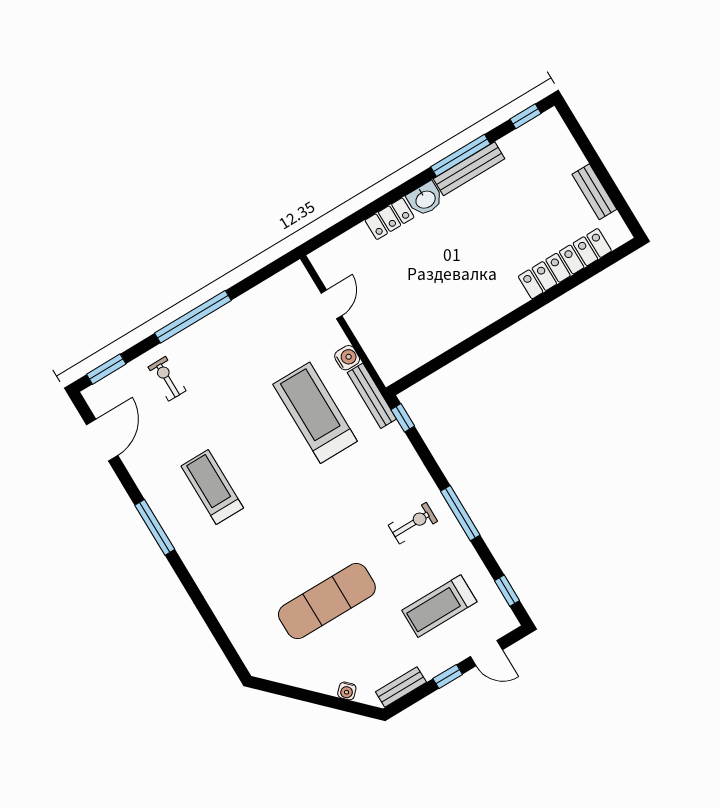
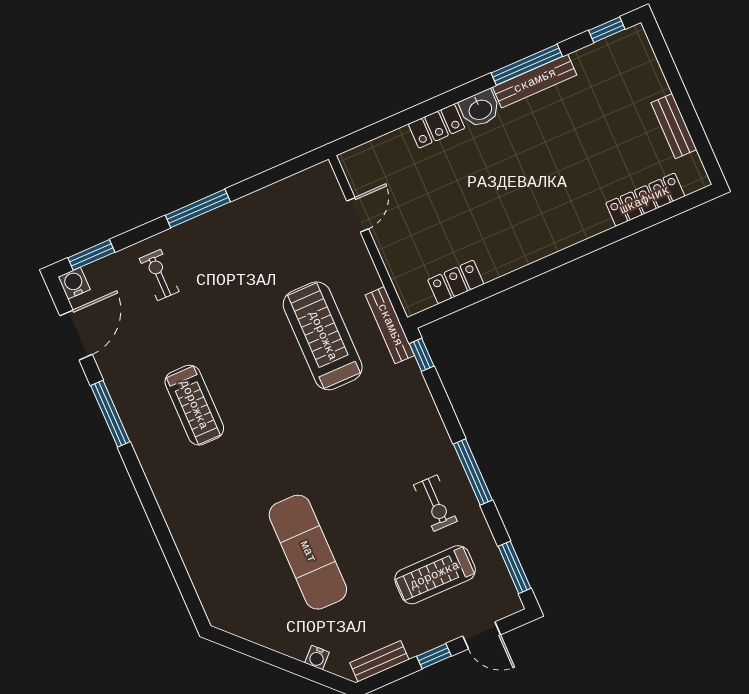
locker: (565, 264) -> (645, 200), width x0.71, depth x0.83
window: (193, 317) -> (198, 208), width x0.68
locker: (424, 351) -> (456, 282), added
water cooler: (347, 358) -> (74, 283), moved, turned -90
treadmill: (212, 487) -> (194, 405), turned 180
exercise bike: (413, 523) -> (435, 503), moved, turned 90
window: (155, 527) -> (110, 414), moved
window: (507, 591) -> (514, 567), width x1.50
exercise mat: (327, 601) -> (308, 552), turned 90

